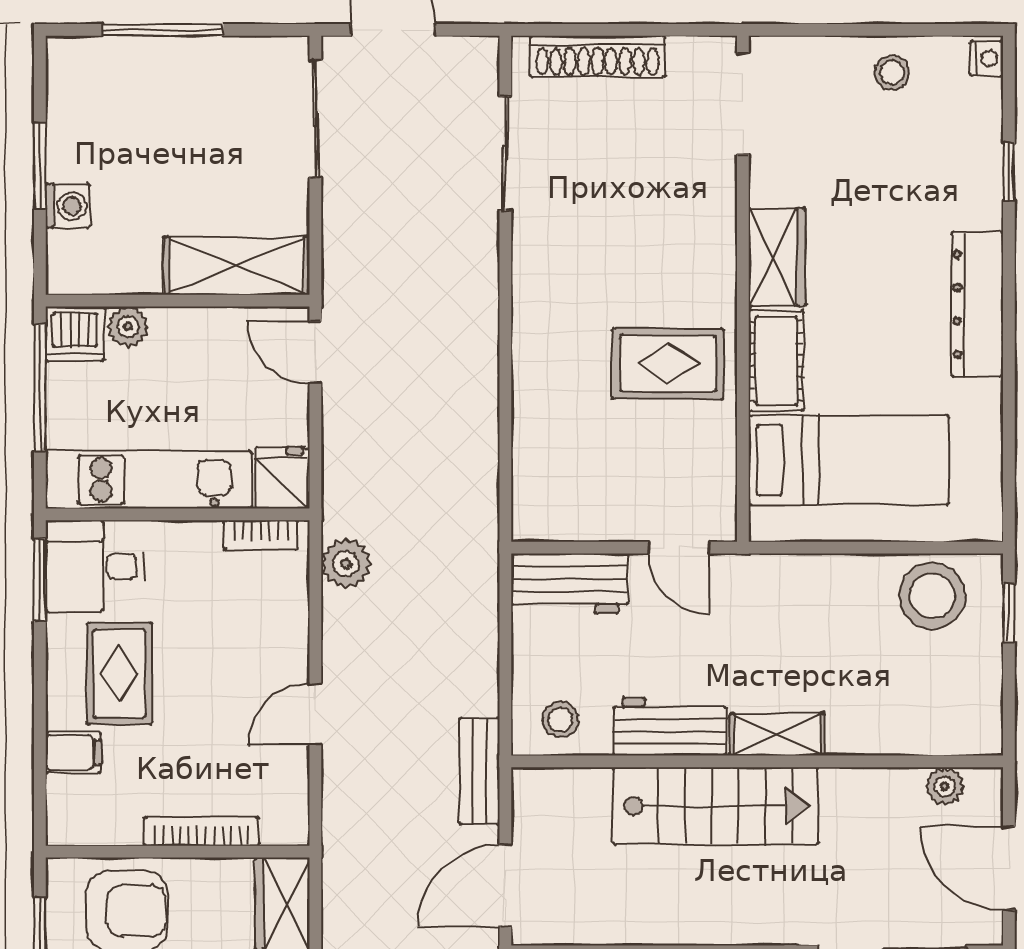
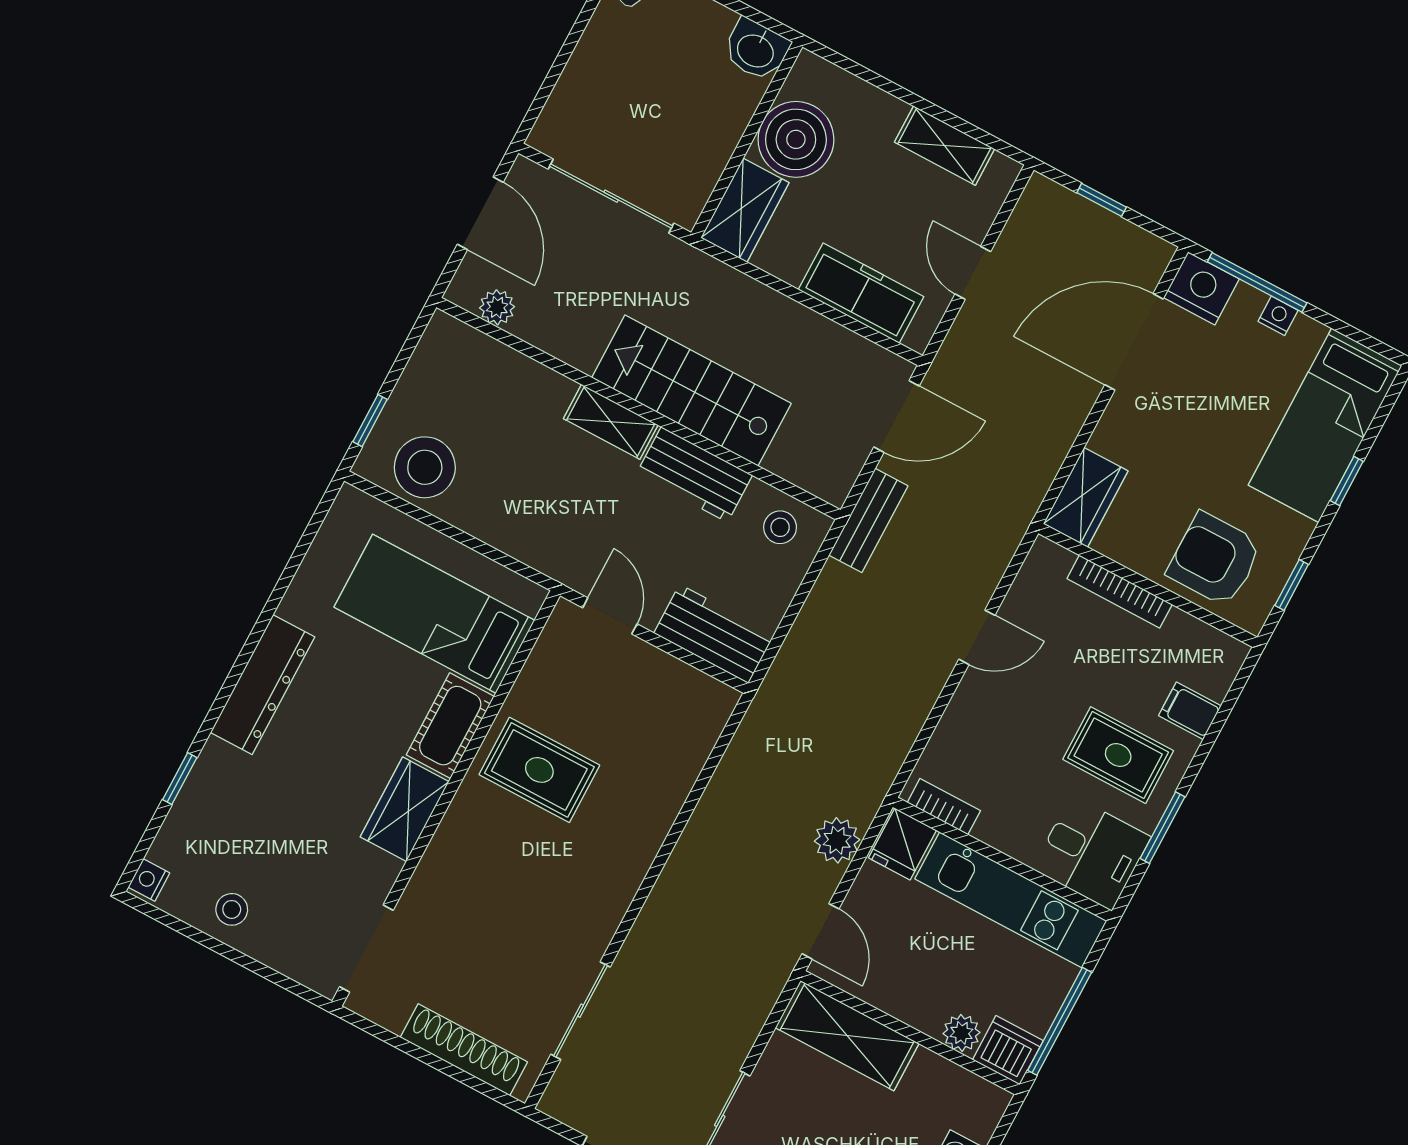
plant: (346, 564) -> (837, 840), moved
window: (40, 580) -> (1163, 828), moved
rug: (120, 674) -> (1118, 755), turned 90

